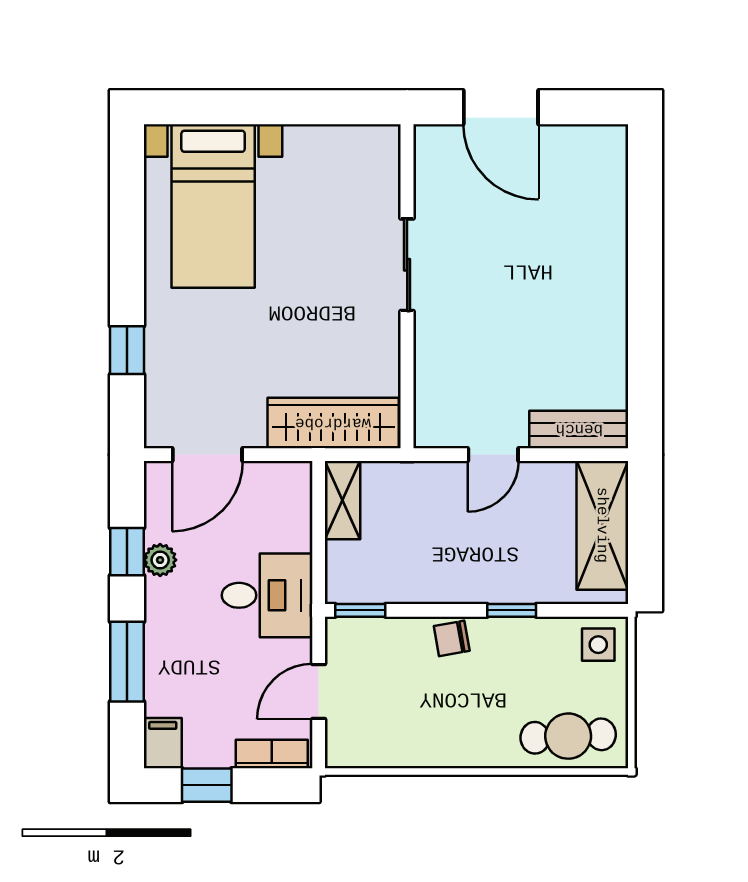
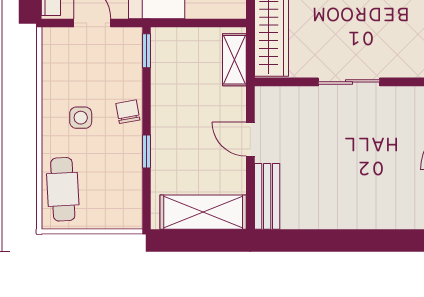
sliding door: (407, 265) -> (349, 82), moved
shelving: (343, 500) -> (234, 60), moved, turned 90
side table: (598, 645) -> (81, 118), moved

